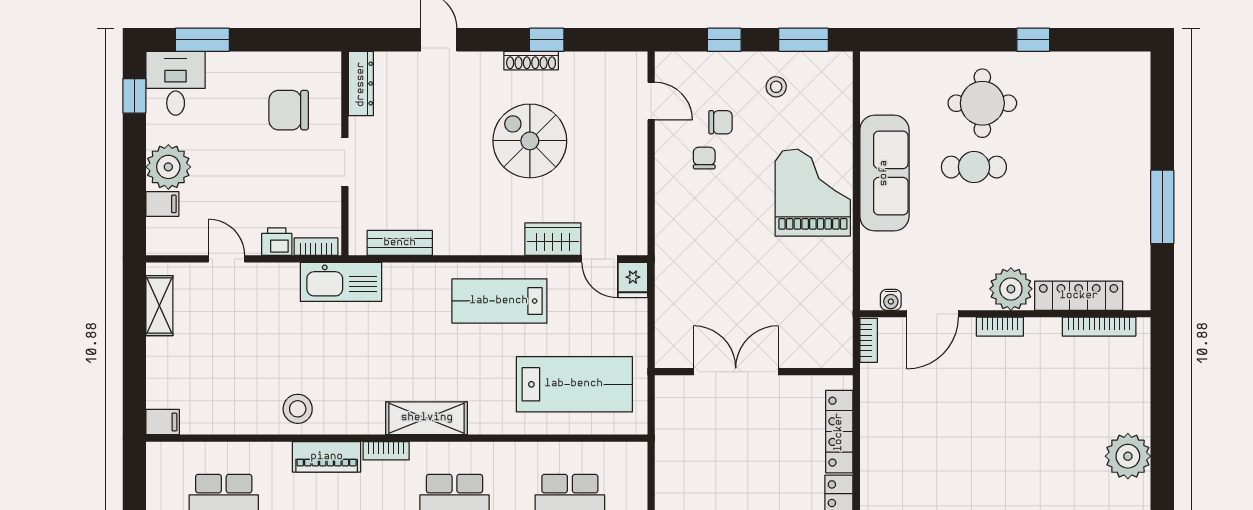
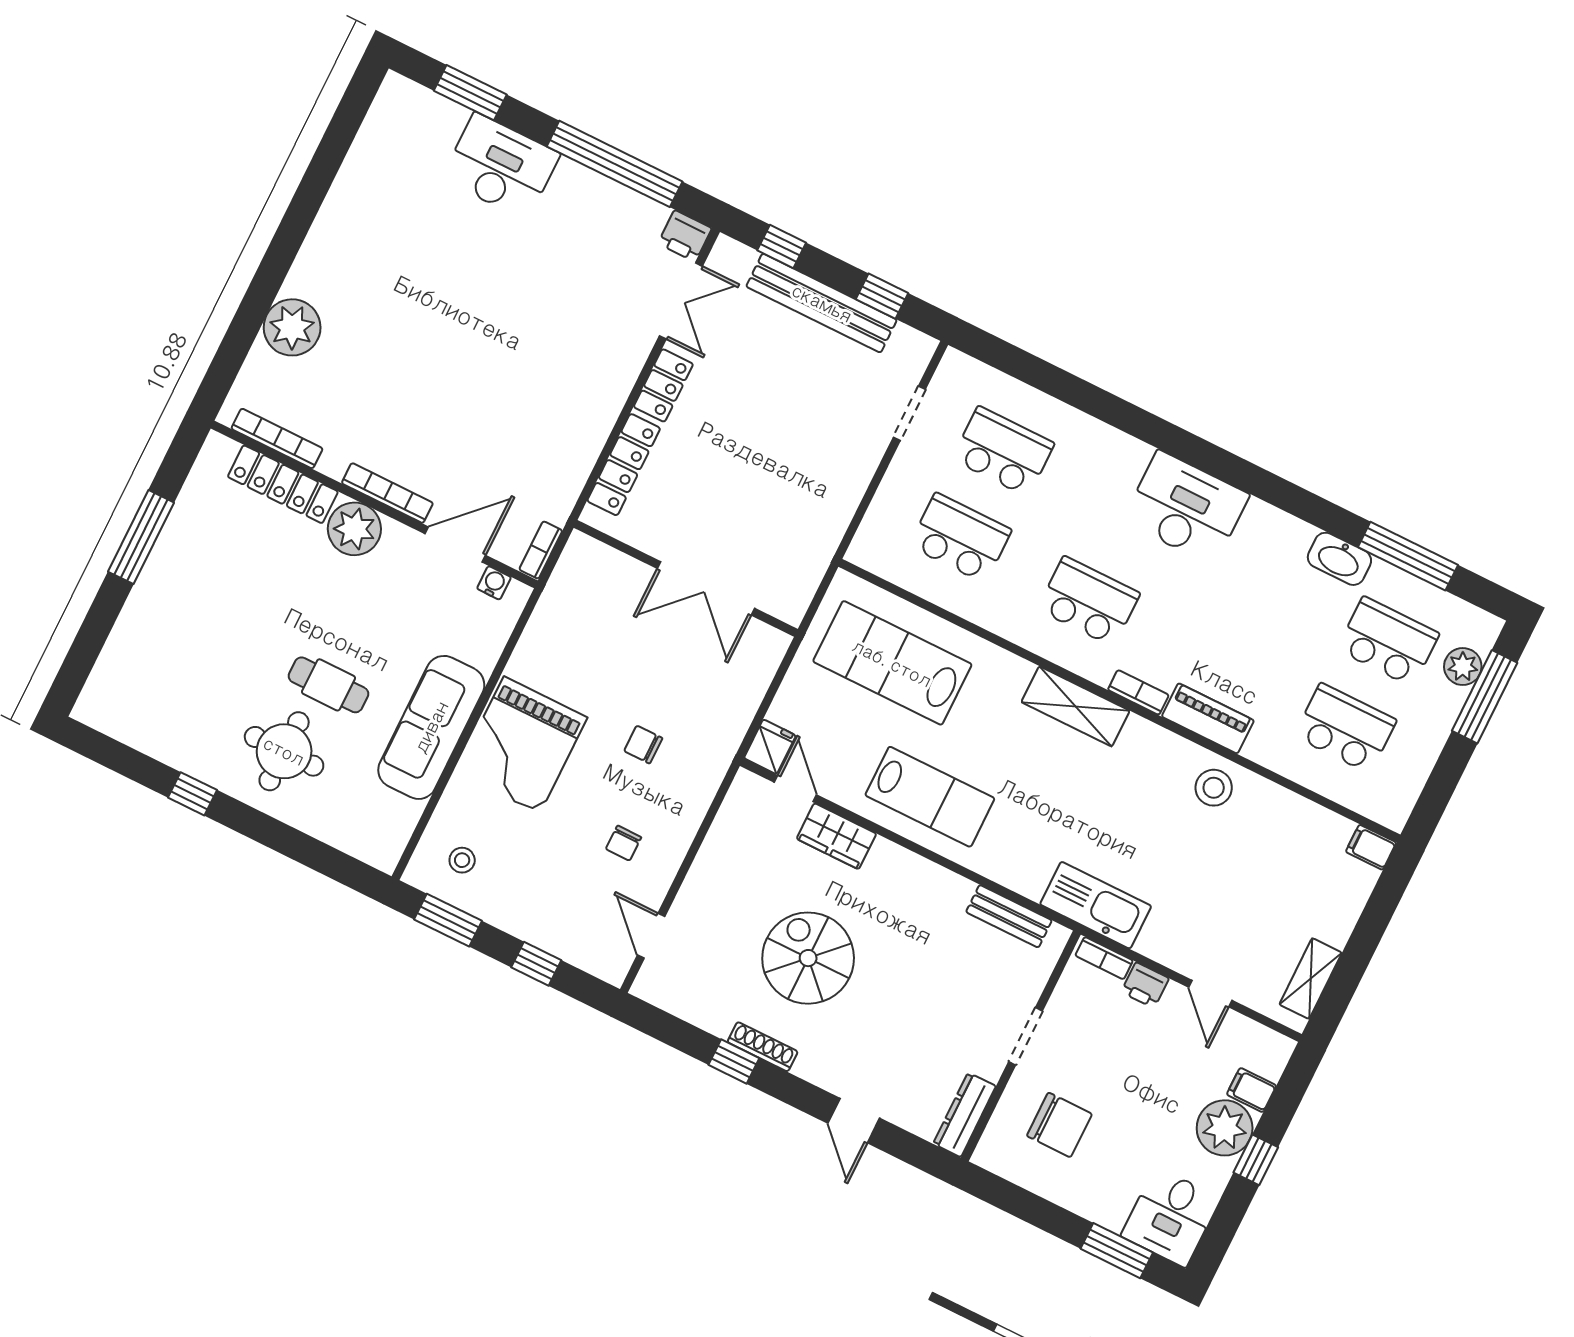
stool: (776, 87) -> (462, 860), moved
window: (134, 96) -> (1256, 1160), moved
chair: (721, 122) -> (643, 745), moved
spiral stairs: (530, 141) -> (808, 958), turned 180
bookcase: (1000, 327) -> (387, 493), width x1.56
plant: (1128, 456) -> (292, 327), moved

